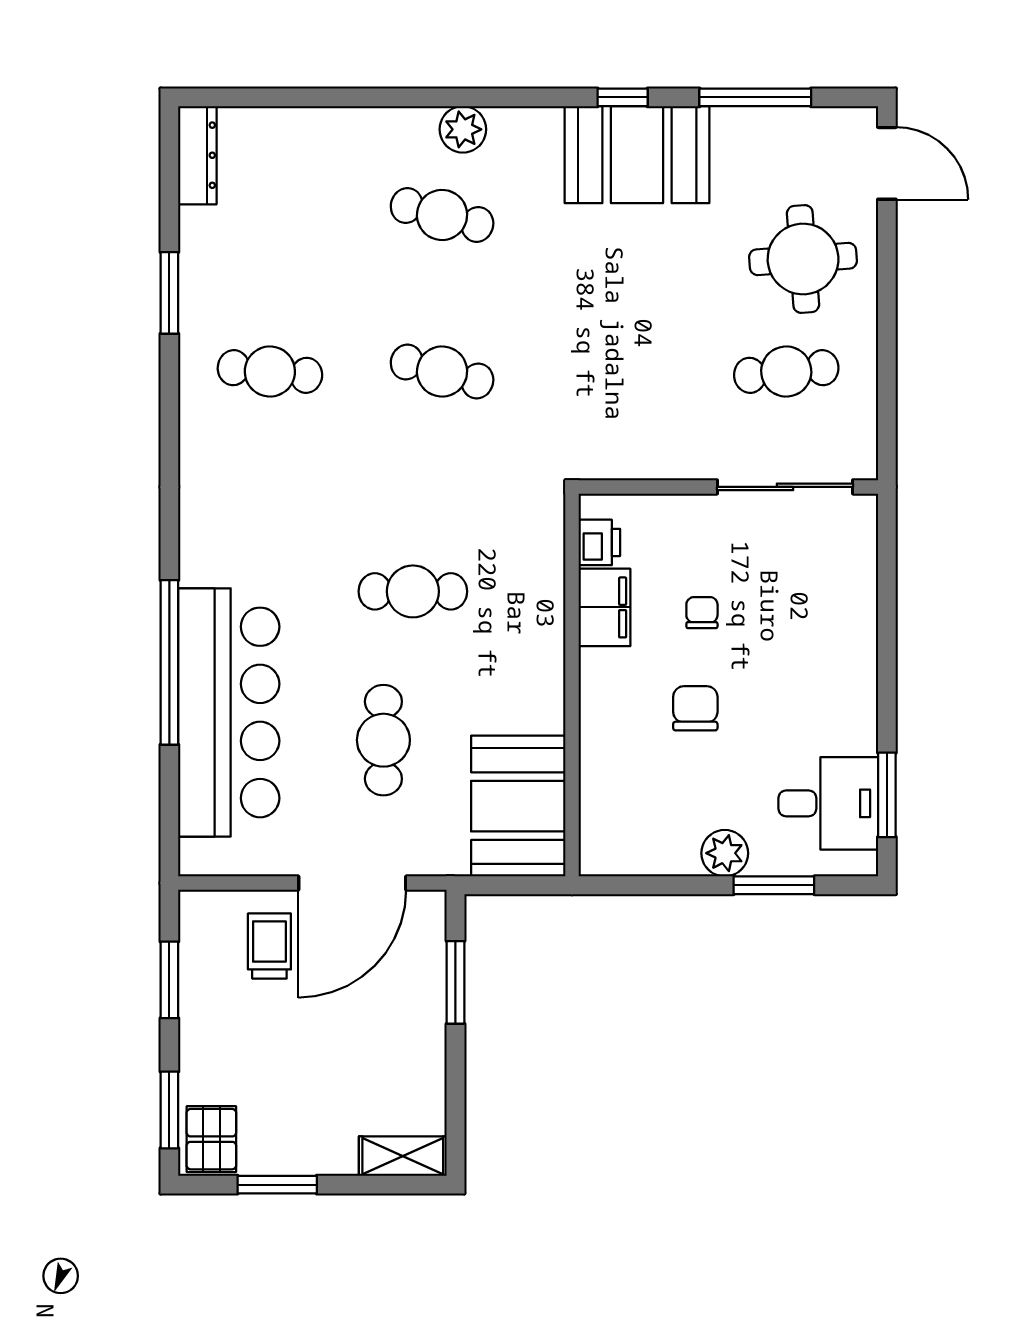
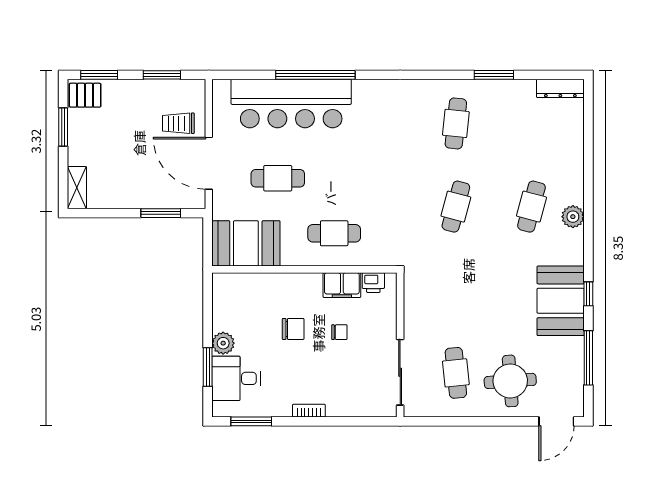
cafe table: (413, 591) -> (334, 233), moved, turned 90
bookcase: (865, 676) -> (309, 411), added
desk: (828, 803) -> (236, 378), moved, turned 90
trolley: (269, 946) -> (178, 123), turned 180

